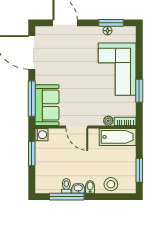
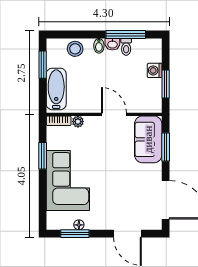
window: (32, 99) -> (166, 147), width x0.69
washing machine: (41, 135) -> (155, 70), moved
bathtub: (118, 137) -> (56, 89), moved, turned 90

